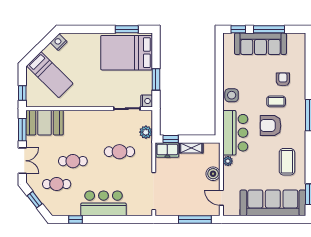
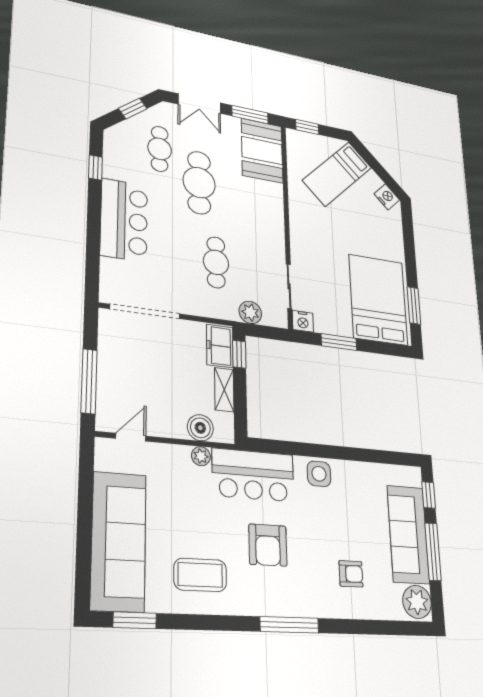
plant: (296, 41) -> (417, 602), added
coffee table: (276, 101) -> (312, 558), removed
armchair: (271, 126) -> (268, 545), turned 180
cafe table: (73, 161) -> (199, 183), width x1.37, depth x1.35
boiler: (213, 174) -> (200, 428), moved

